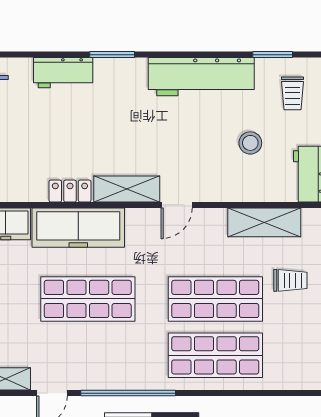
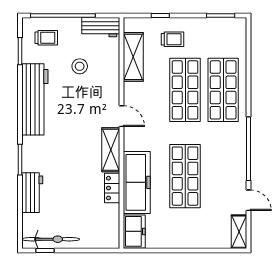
trolley: (290, 280) -> (173, 39), turned 90

